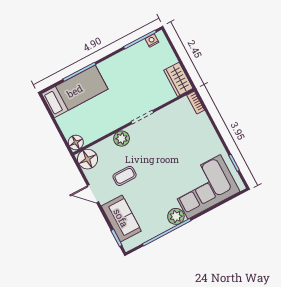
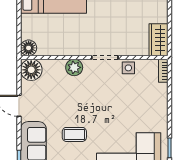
side table: (166, 115) -> (128, 68), added
coffee table: (125, 176) -> (74, 134), moved

